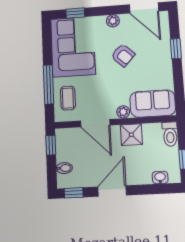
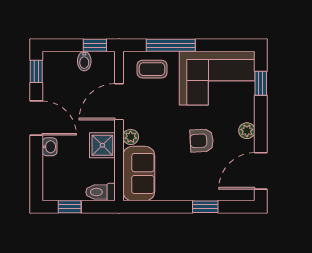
armchair: (123, 55) -> (202, 141), turned 44
bidet: (64, 168) -> (84, 61), moved
washbasin: (160, 177) -> (50, 147), moved

